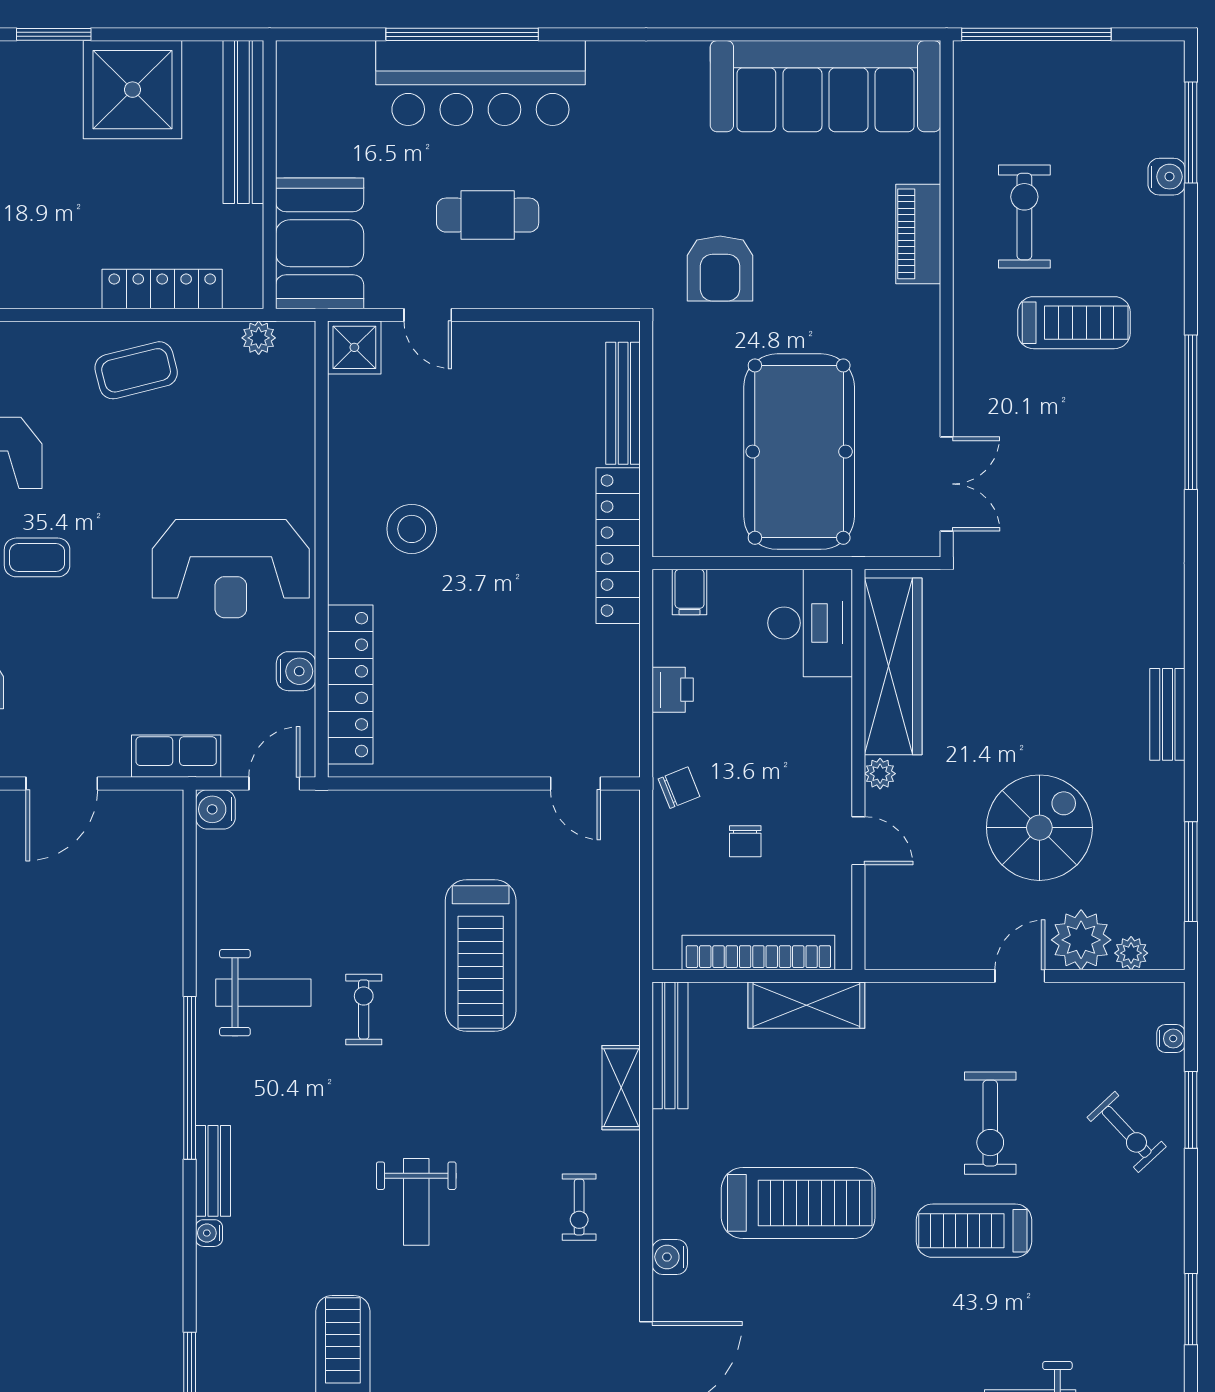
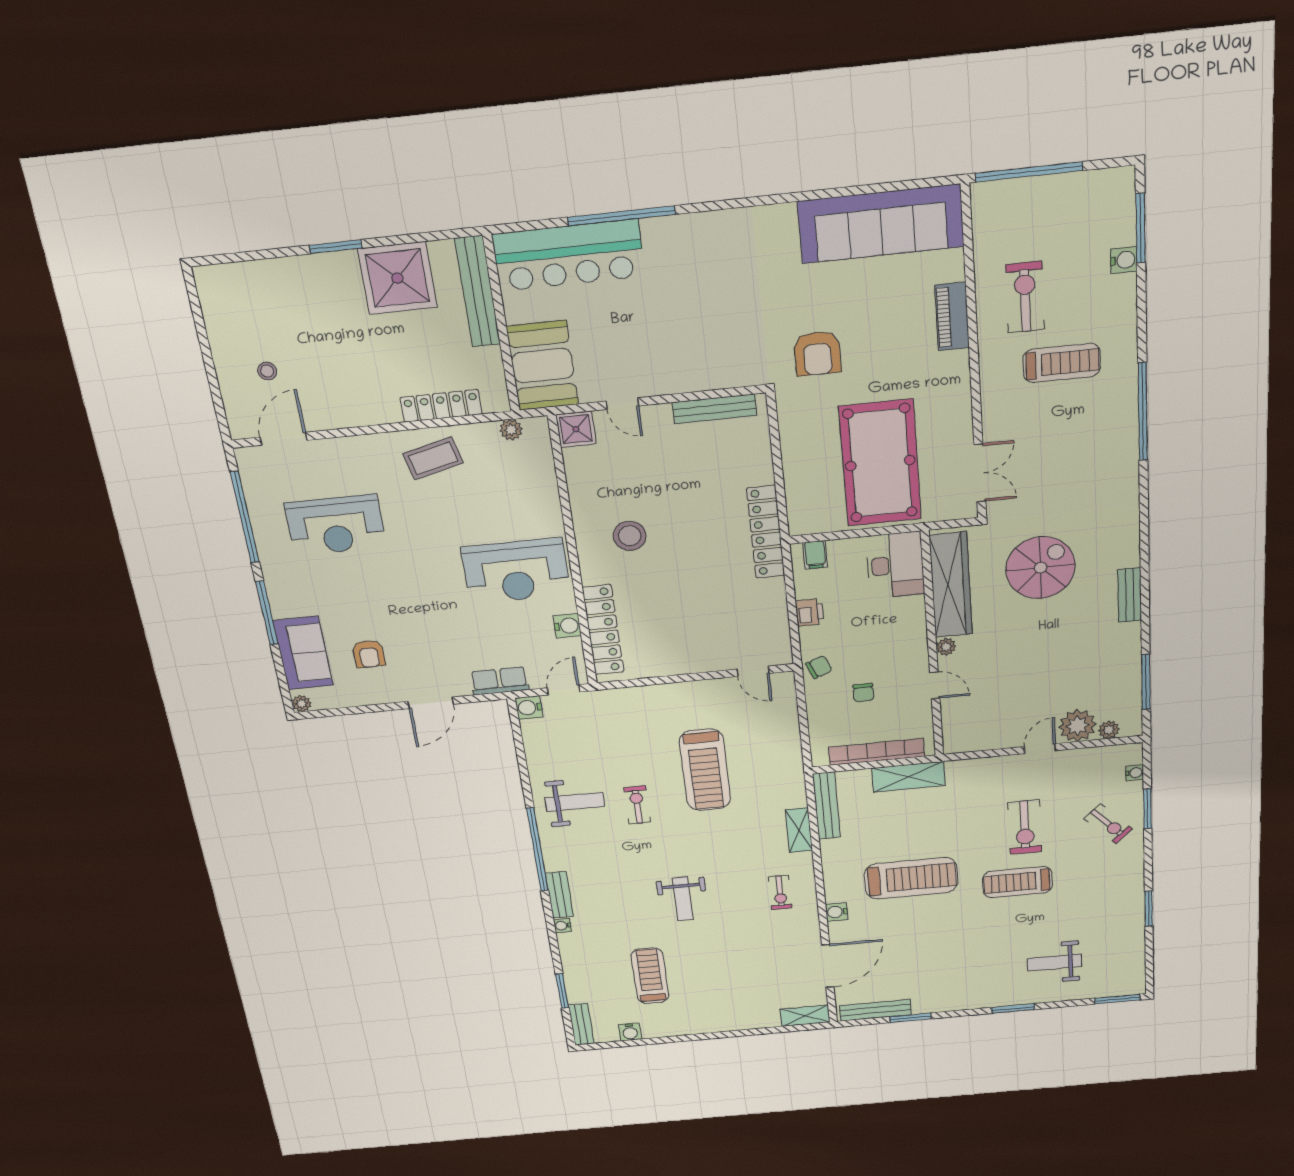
bar counter: (480, 83) -> (569, 255), moved
cafe table: (488, 215) -> (655, 335), removed
bench: (623, 403) -> (714, 409), moved, turned 90
coffee table: (37, 557) -> (390, 577), removed
spiral stairs: (1039, 828) -> (1041, 568), moved

